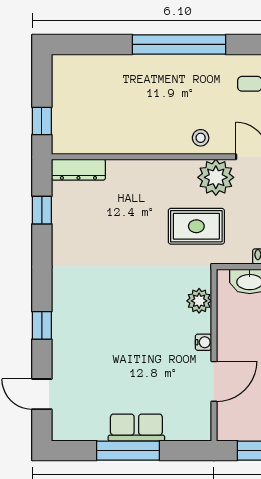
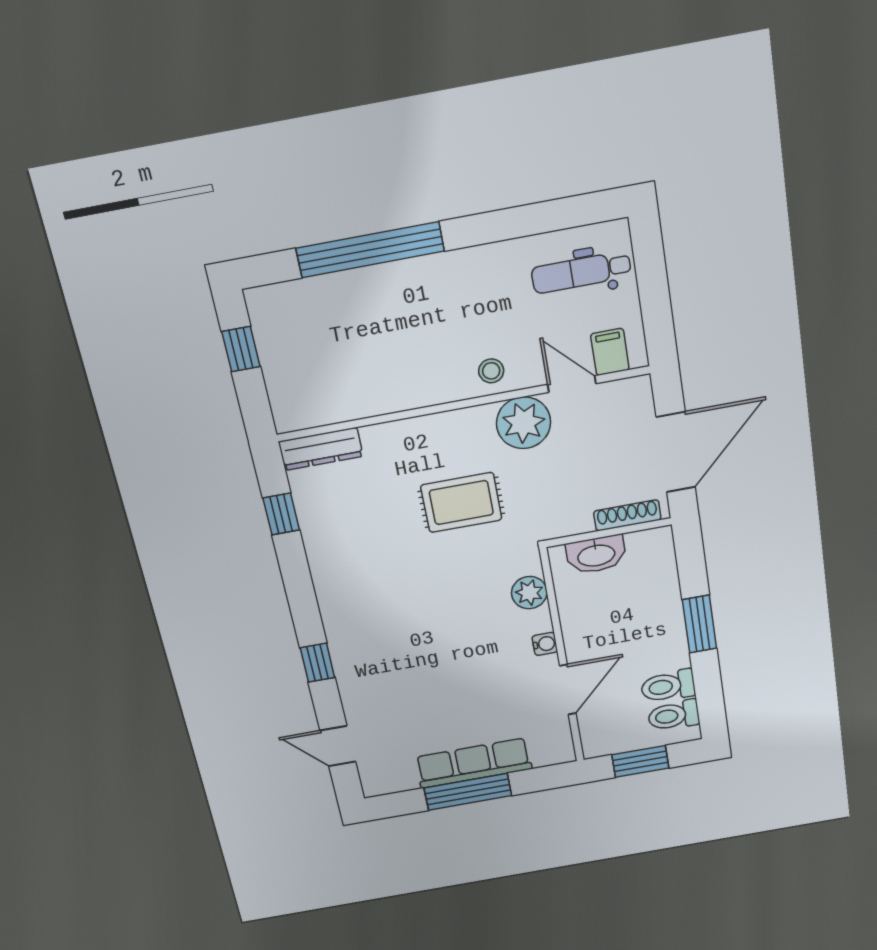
window: (179, 44) -> (370, 250), moved
window: (42, 121) -> (241, 349), moved
rug: (196, 226) -> (461, 503), moved
row of seats: (136, 428) -> (474, 763), width x1.48

